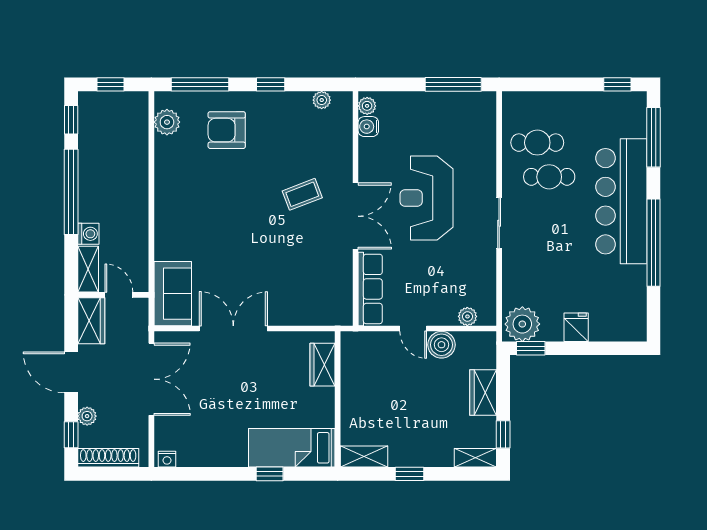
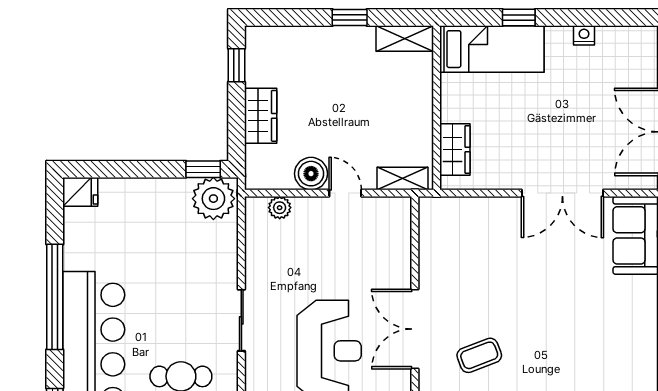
row of seats: (370, 289) -> (397, 241), removed
fridge: (576, 327) -> (80, 192), moved, turned -90
shelving: (475, 458) -> (403, 178), moved
nightstand: (167, 459) -> (584, 35), moved

